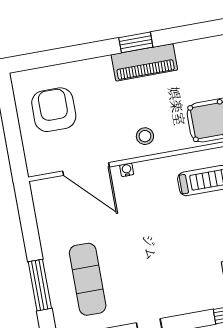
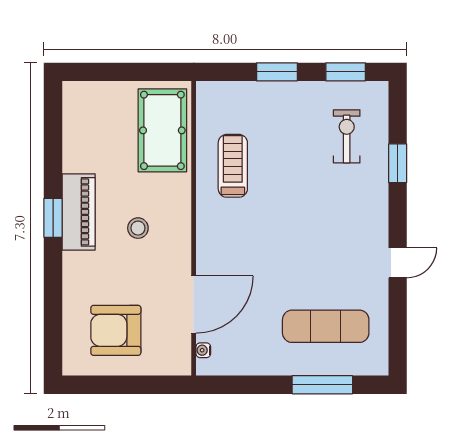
stool: (145, 136) -> (138, 228), moved
water cooler: (127, 170) -> (203, 350), moved

